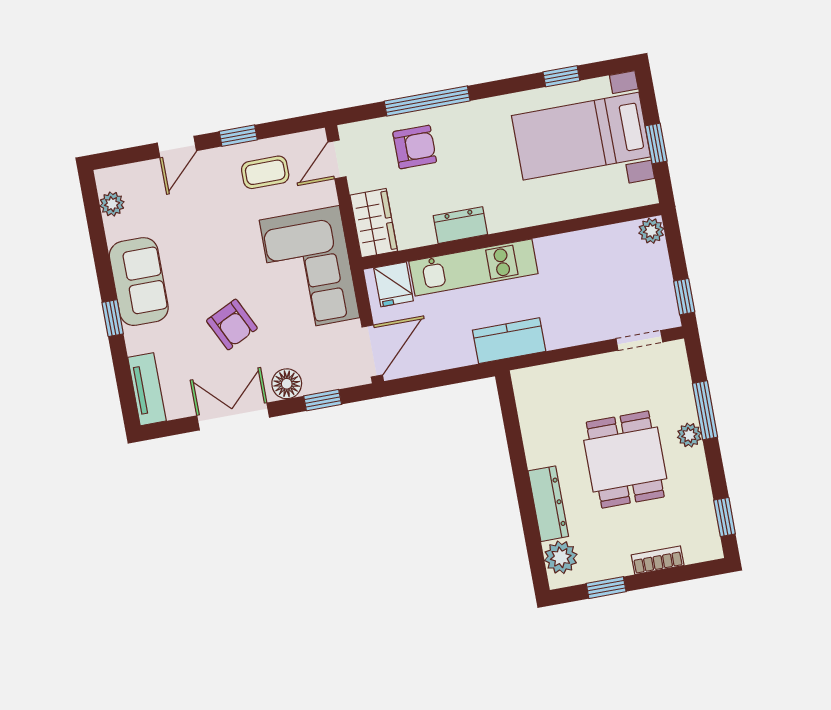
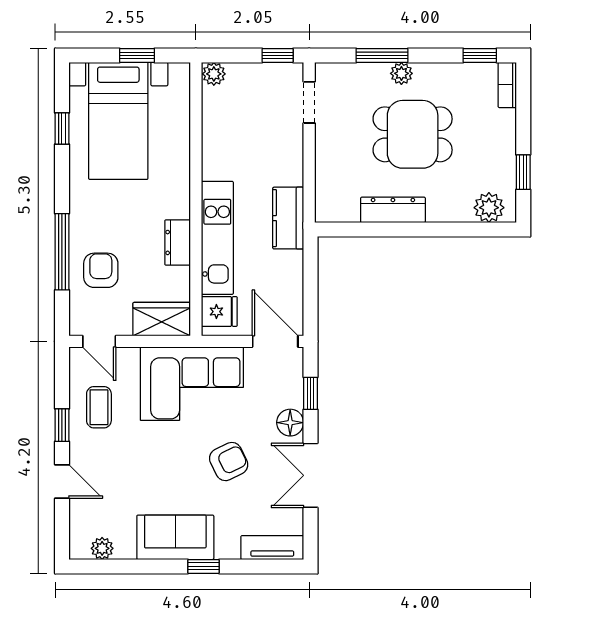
dresser: (548, 504) -> (393, 210), moved
bookcase: (658, 560) -> (507, 85), moved

